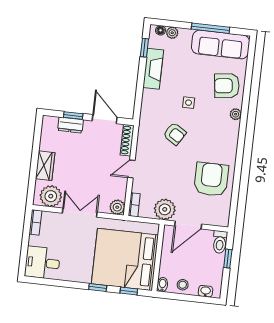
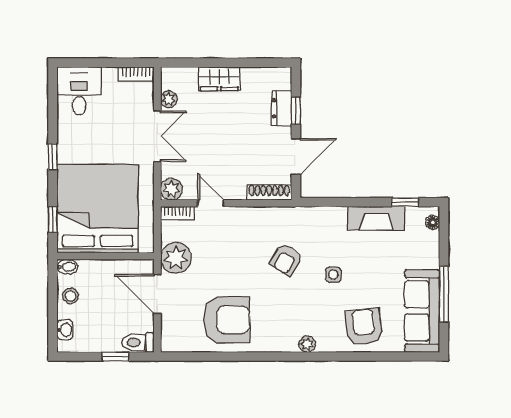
plant: (172, 33) -> (431, 240), removed
plant: (236, 114) -> (307, 344), moved
door: (131, 169) -> (211, 203), moved
plant: (51, 196) -> (169, 99), width x0.53, depth x0.53
window: (98, 287) -> (53, 157), moved

